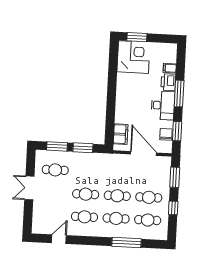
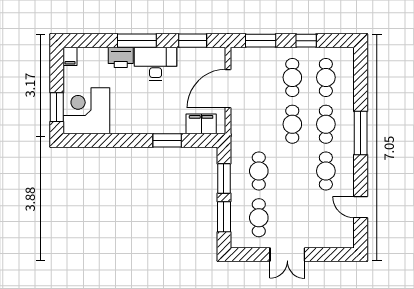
filing cabinet: (170, 68) -> (70, 56), moved
window: (111, 111) -> (167, 140), added
chair: (166, 134) -> (198, 57), removed
cafe table: (86, 194) -> (259, 171), moved
window: (127, 243) -> (361, 133), moved

